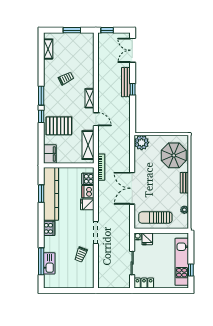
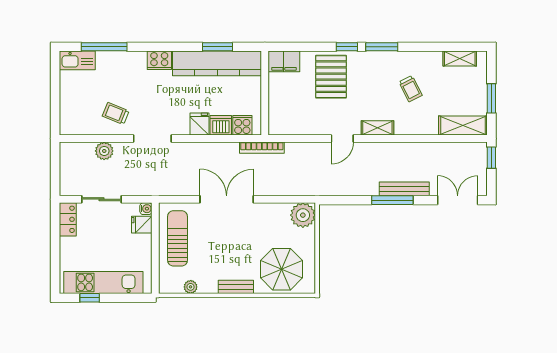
window: (133, 89) -> (392, 200), width x2.17
shelving: (88, 145) -> (463, 125), moved
plant: (103, 261) -> (104, 151), added
kitchen sink: (49, 263) -> (77, 60), moved

